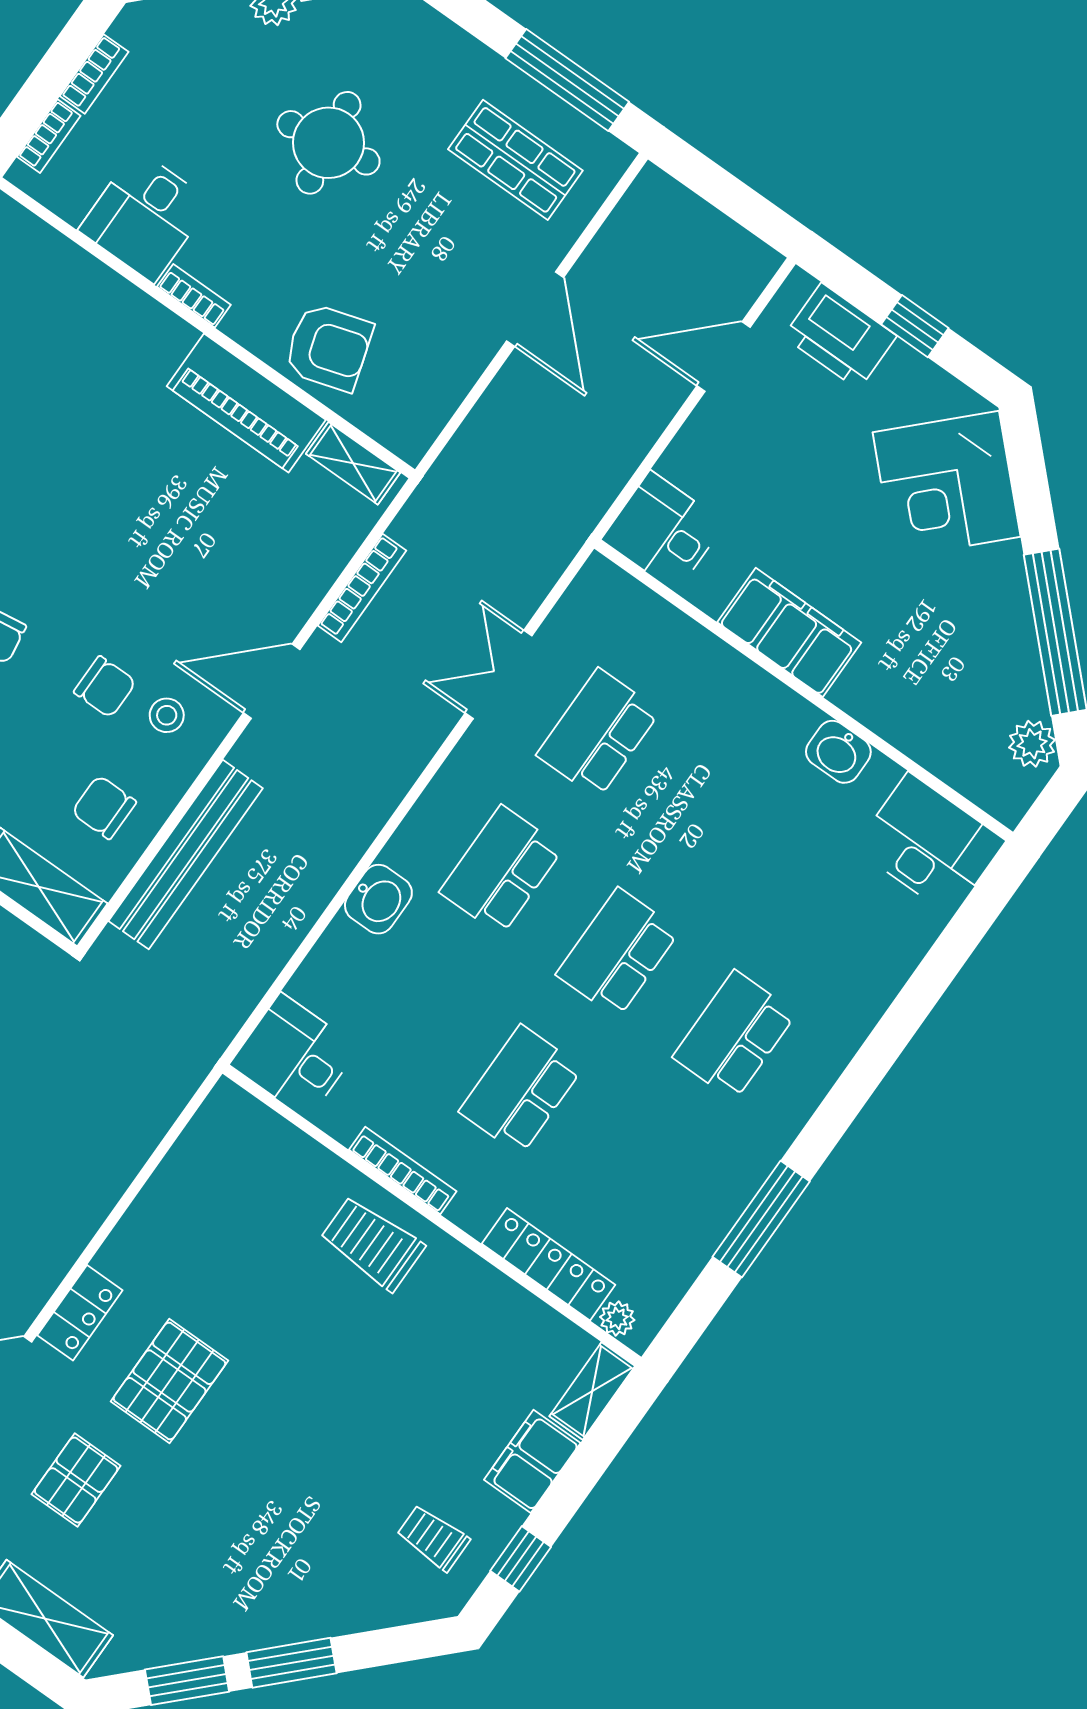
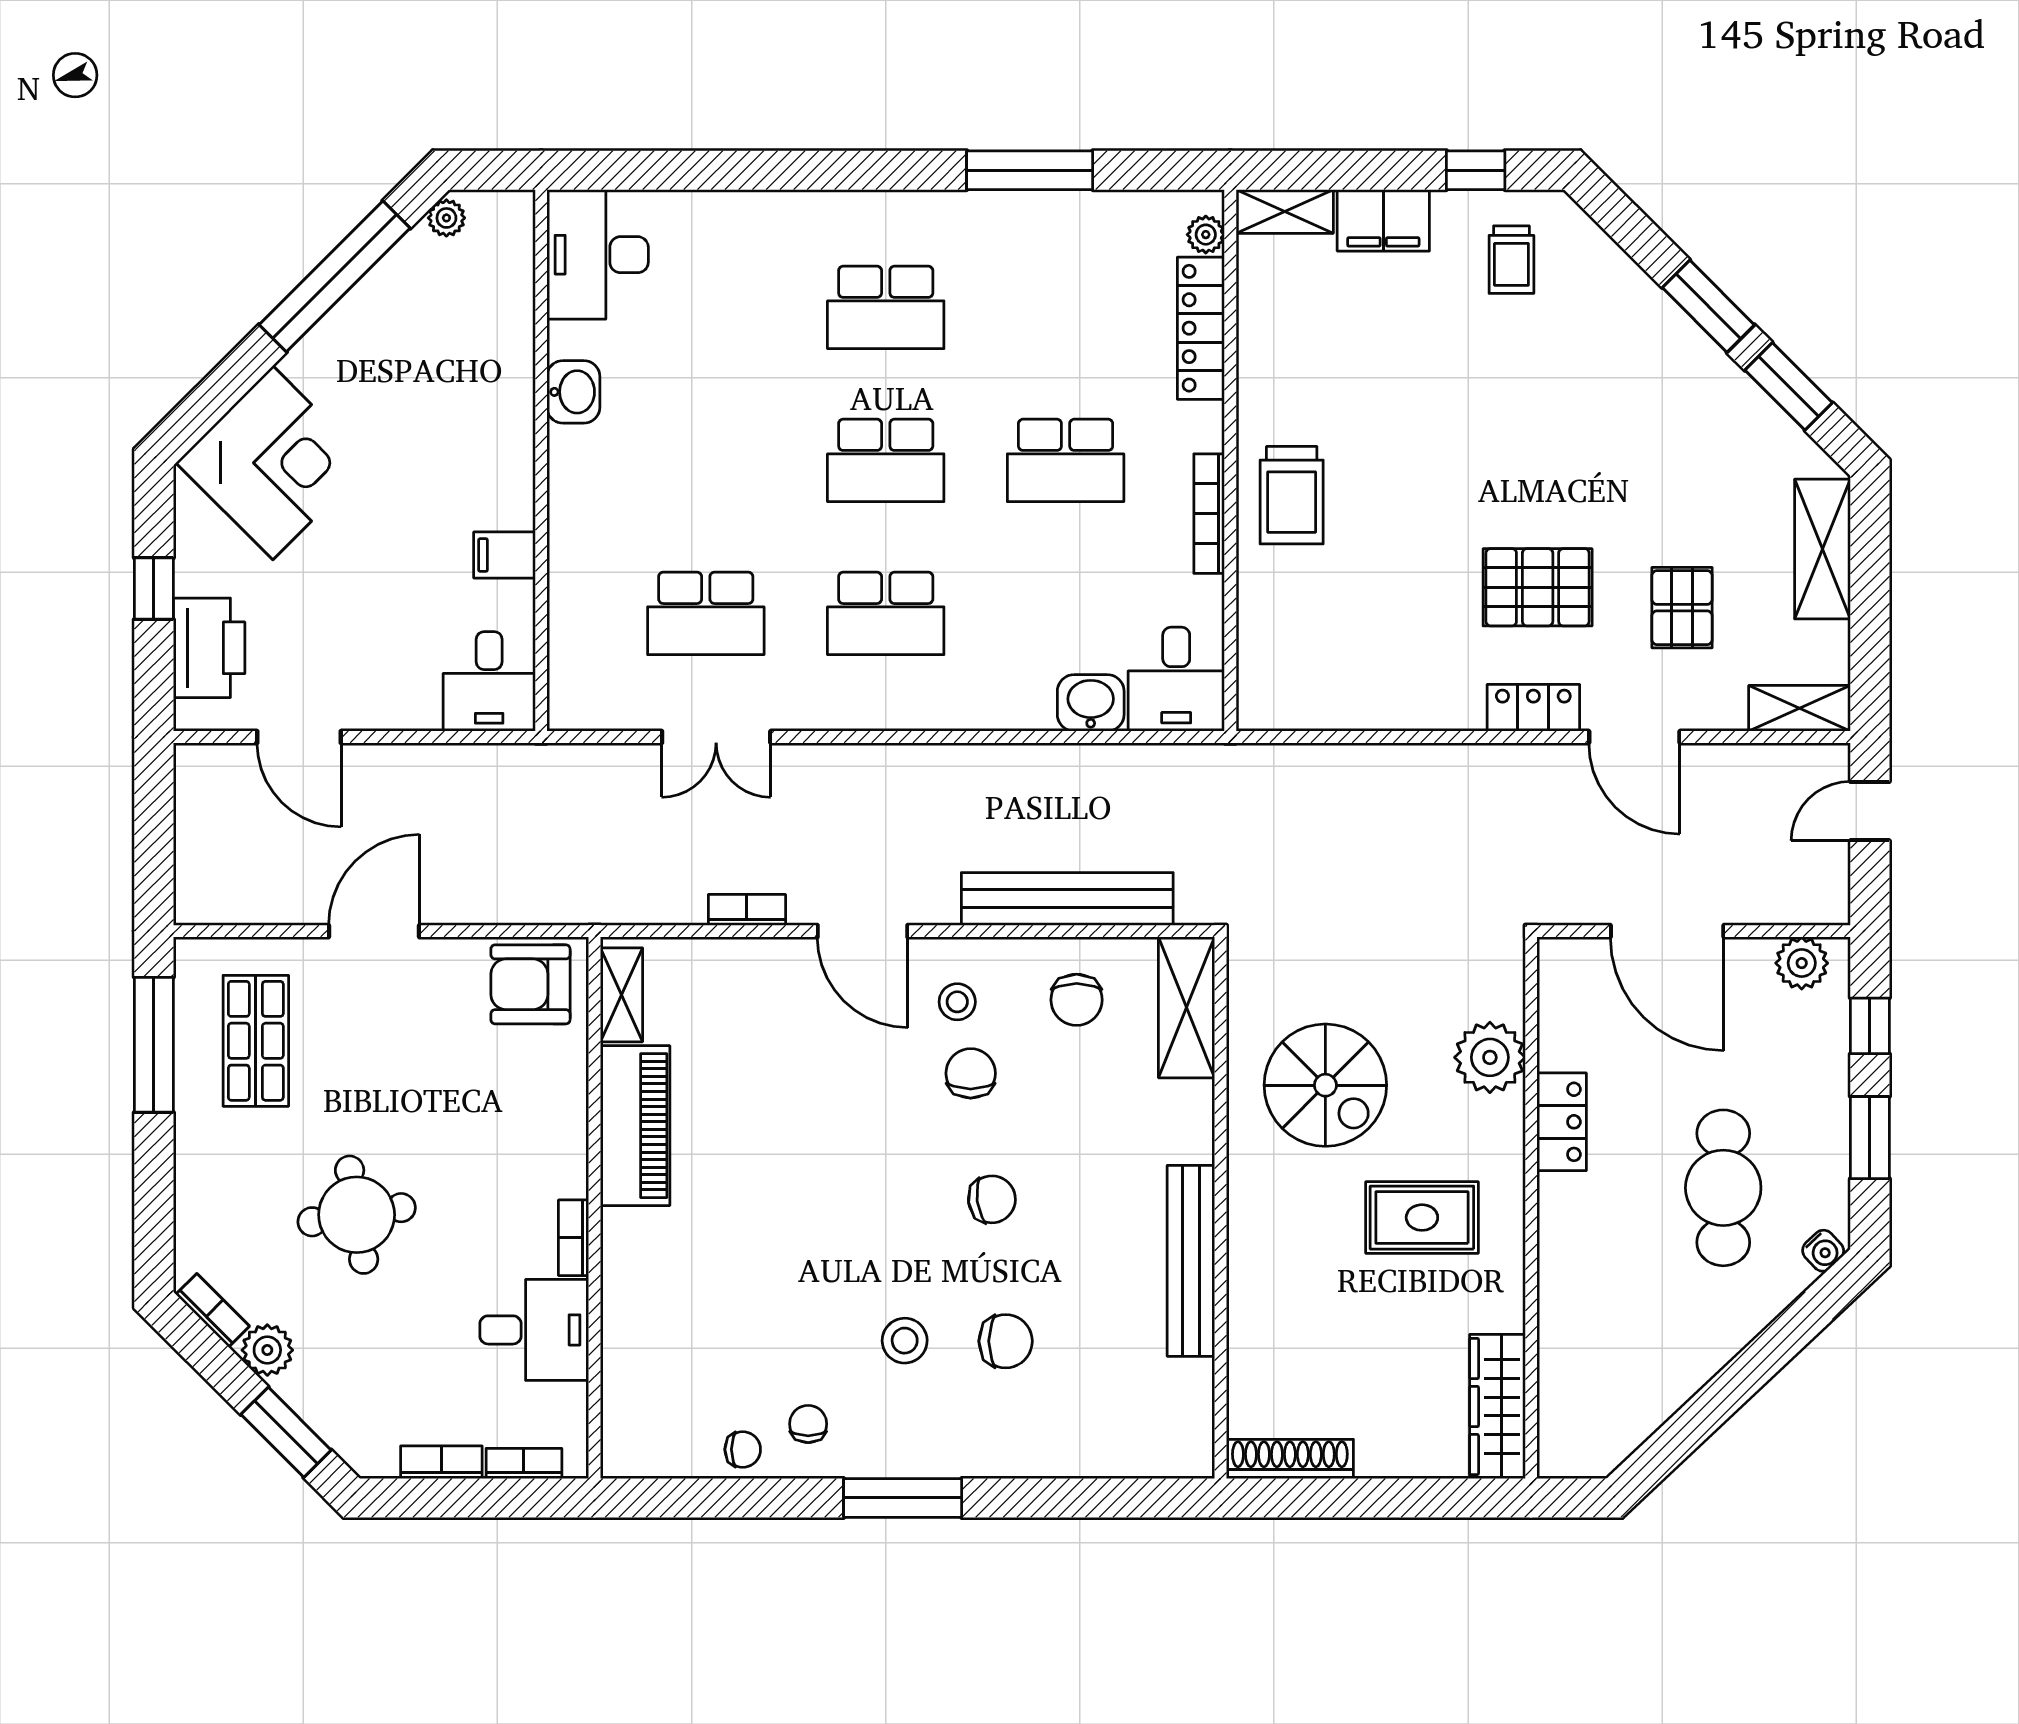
armchair: (329, 347) -> (530, 984), moved, turned -73
bookcase: (362, 588) -> (747, 910), width x0.64
filing cabinet: (789, 632) -> (505, 555), width x0.33, depth x0.86
plant: (1032, 744) -> (446, 218), width x0.73, depth x0.73
washbasin: (378, 899) -> (1091, 703), moved
pallet: (76, 1480) -> (1682, 608), turned 90

